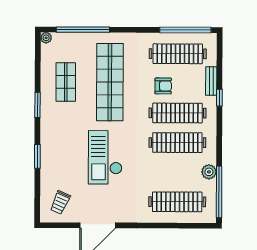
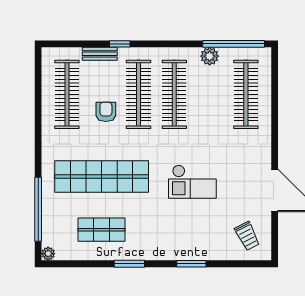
window: (185, 30) -> (38, 85), removed
checkout: (105, 157) -> (192, 182), width x0.73, depth x0.83
trolley: (60, 203) -> (247, 236), turned 39

